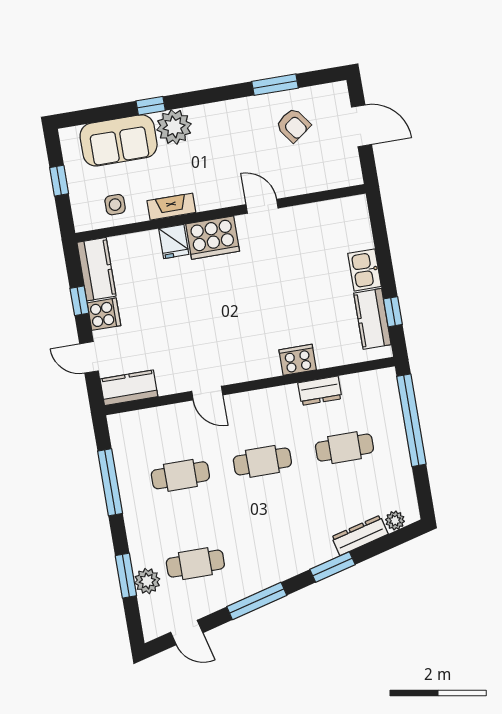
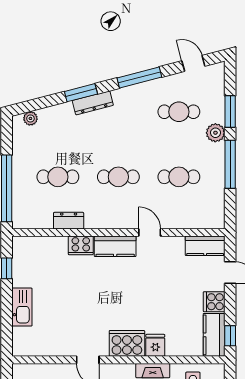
kitchen sink: (365, 270) -> (22, 307), width x1.38
window: (79, 301) -> (230, 336), moved
kitchen counter: (372, 319) -> (115, 246), moved, turned 90
window: (110, 482) -> (230, 164), moved
dresser: (360, 535) -> (93, 103), moved
plant: (147, 581) -> (215, 133), moved

